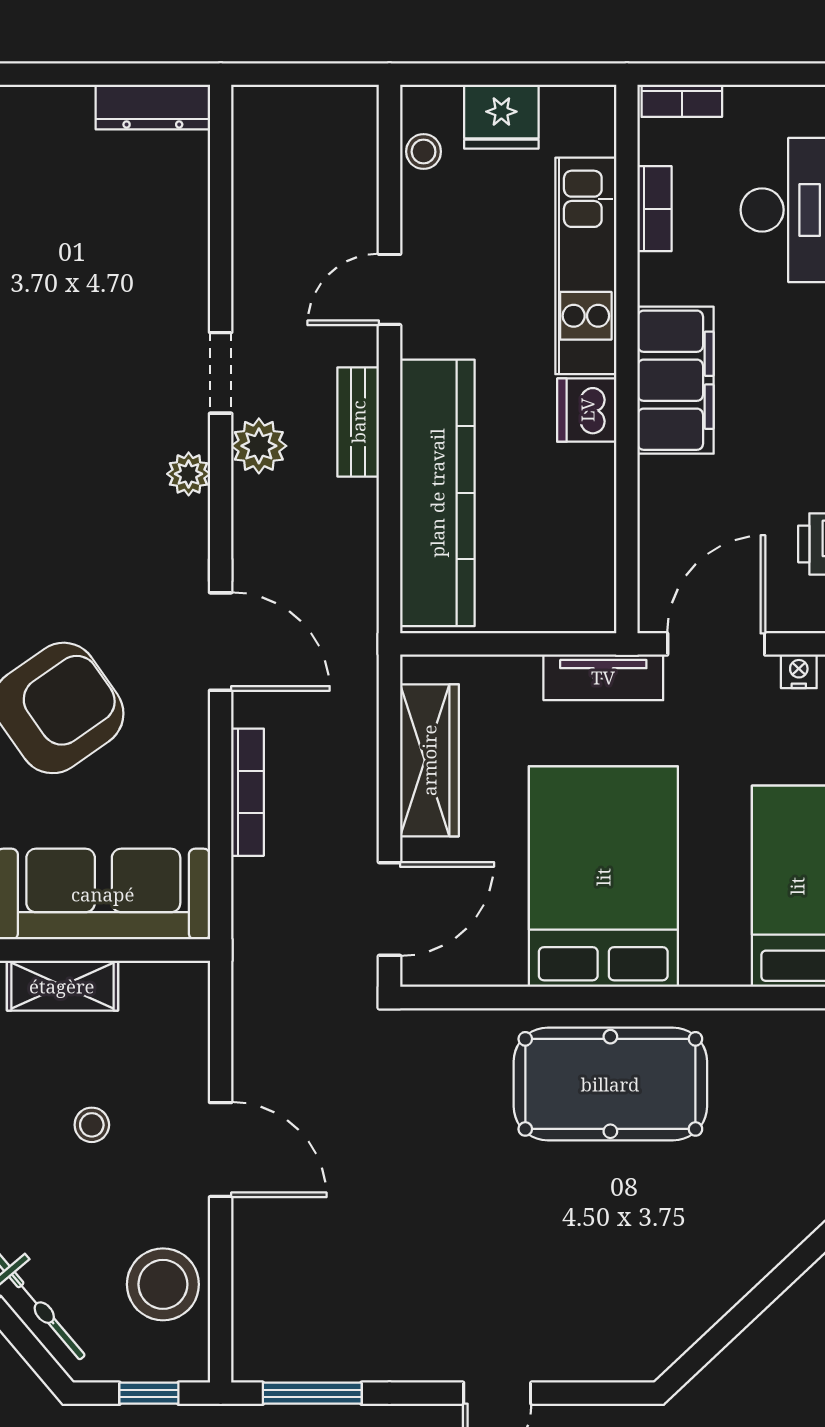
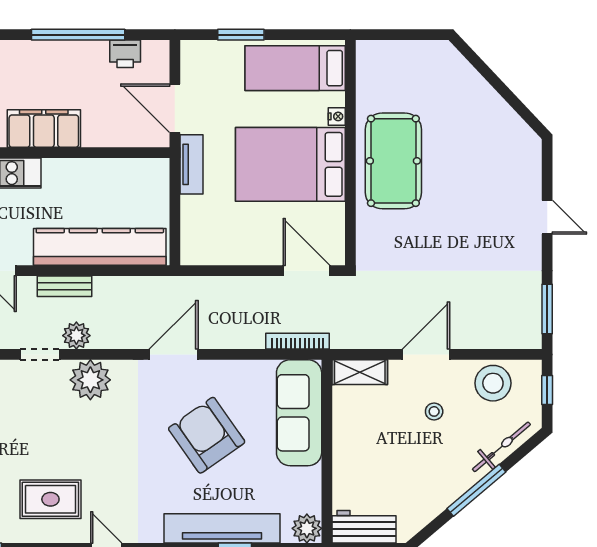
dishwasher: (587, 410) -> (59, 173), removed
plant: (189, 474) -> (90, 380), width x1.88, depth x1.88
nightstand: (799, 671) -> (337, 116), moved, turned 180
wardrobe: (429, 760) -> (233, 251), removed
bookcase: (248, 792) -> (298, 341), moved
shelving: (62, 986) -> (360, 372), moved, turned 90
stool: (92, 1125) -> (434, 411), moved

